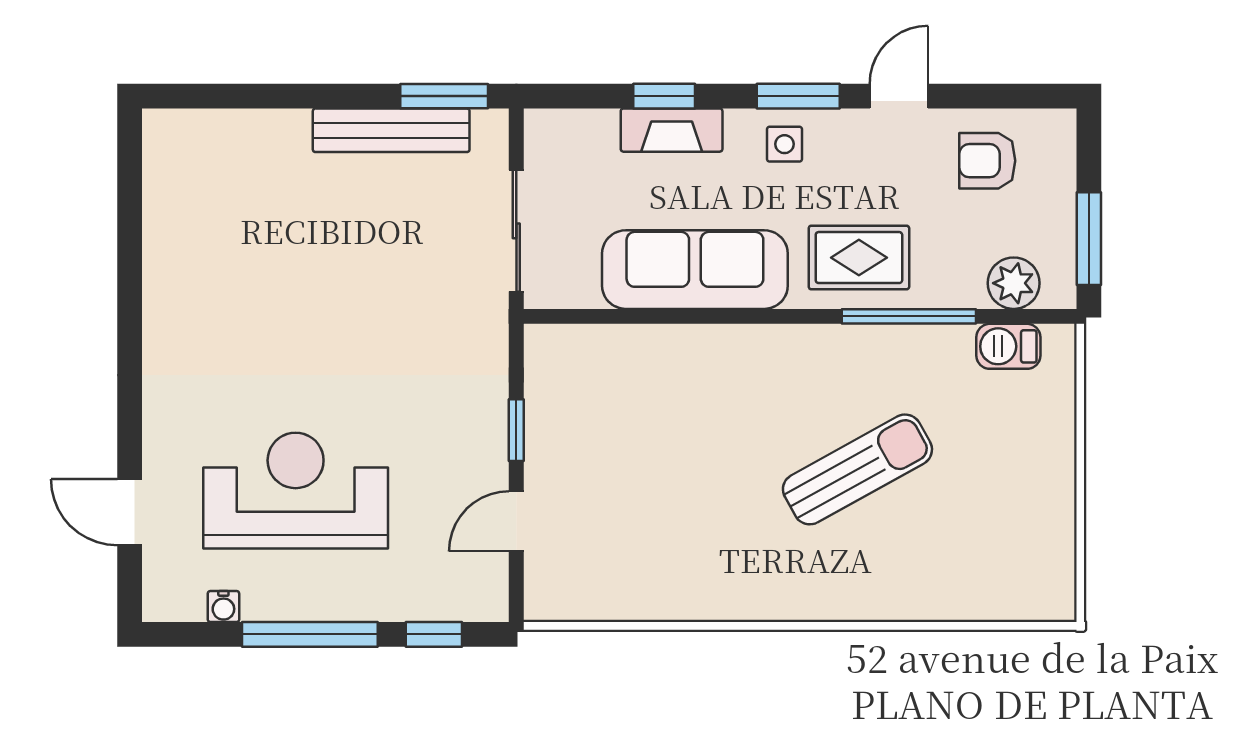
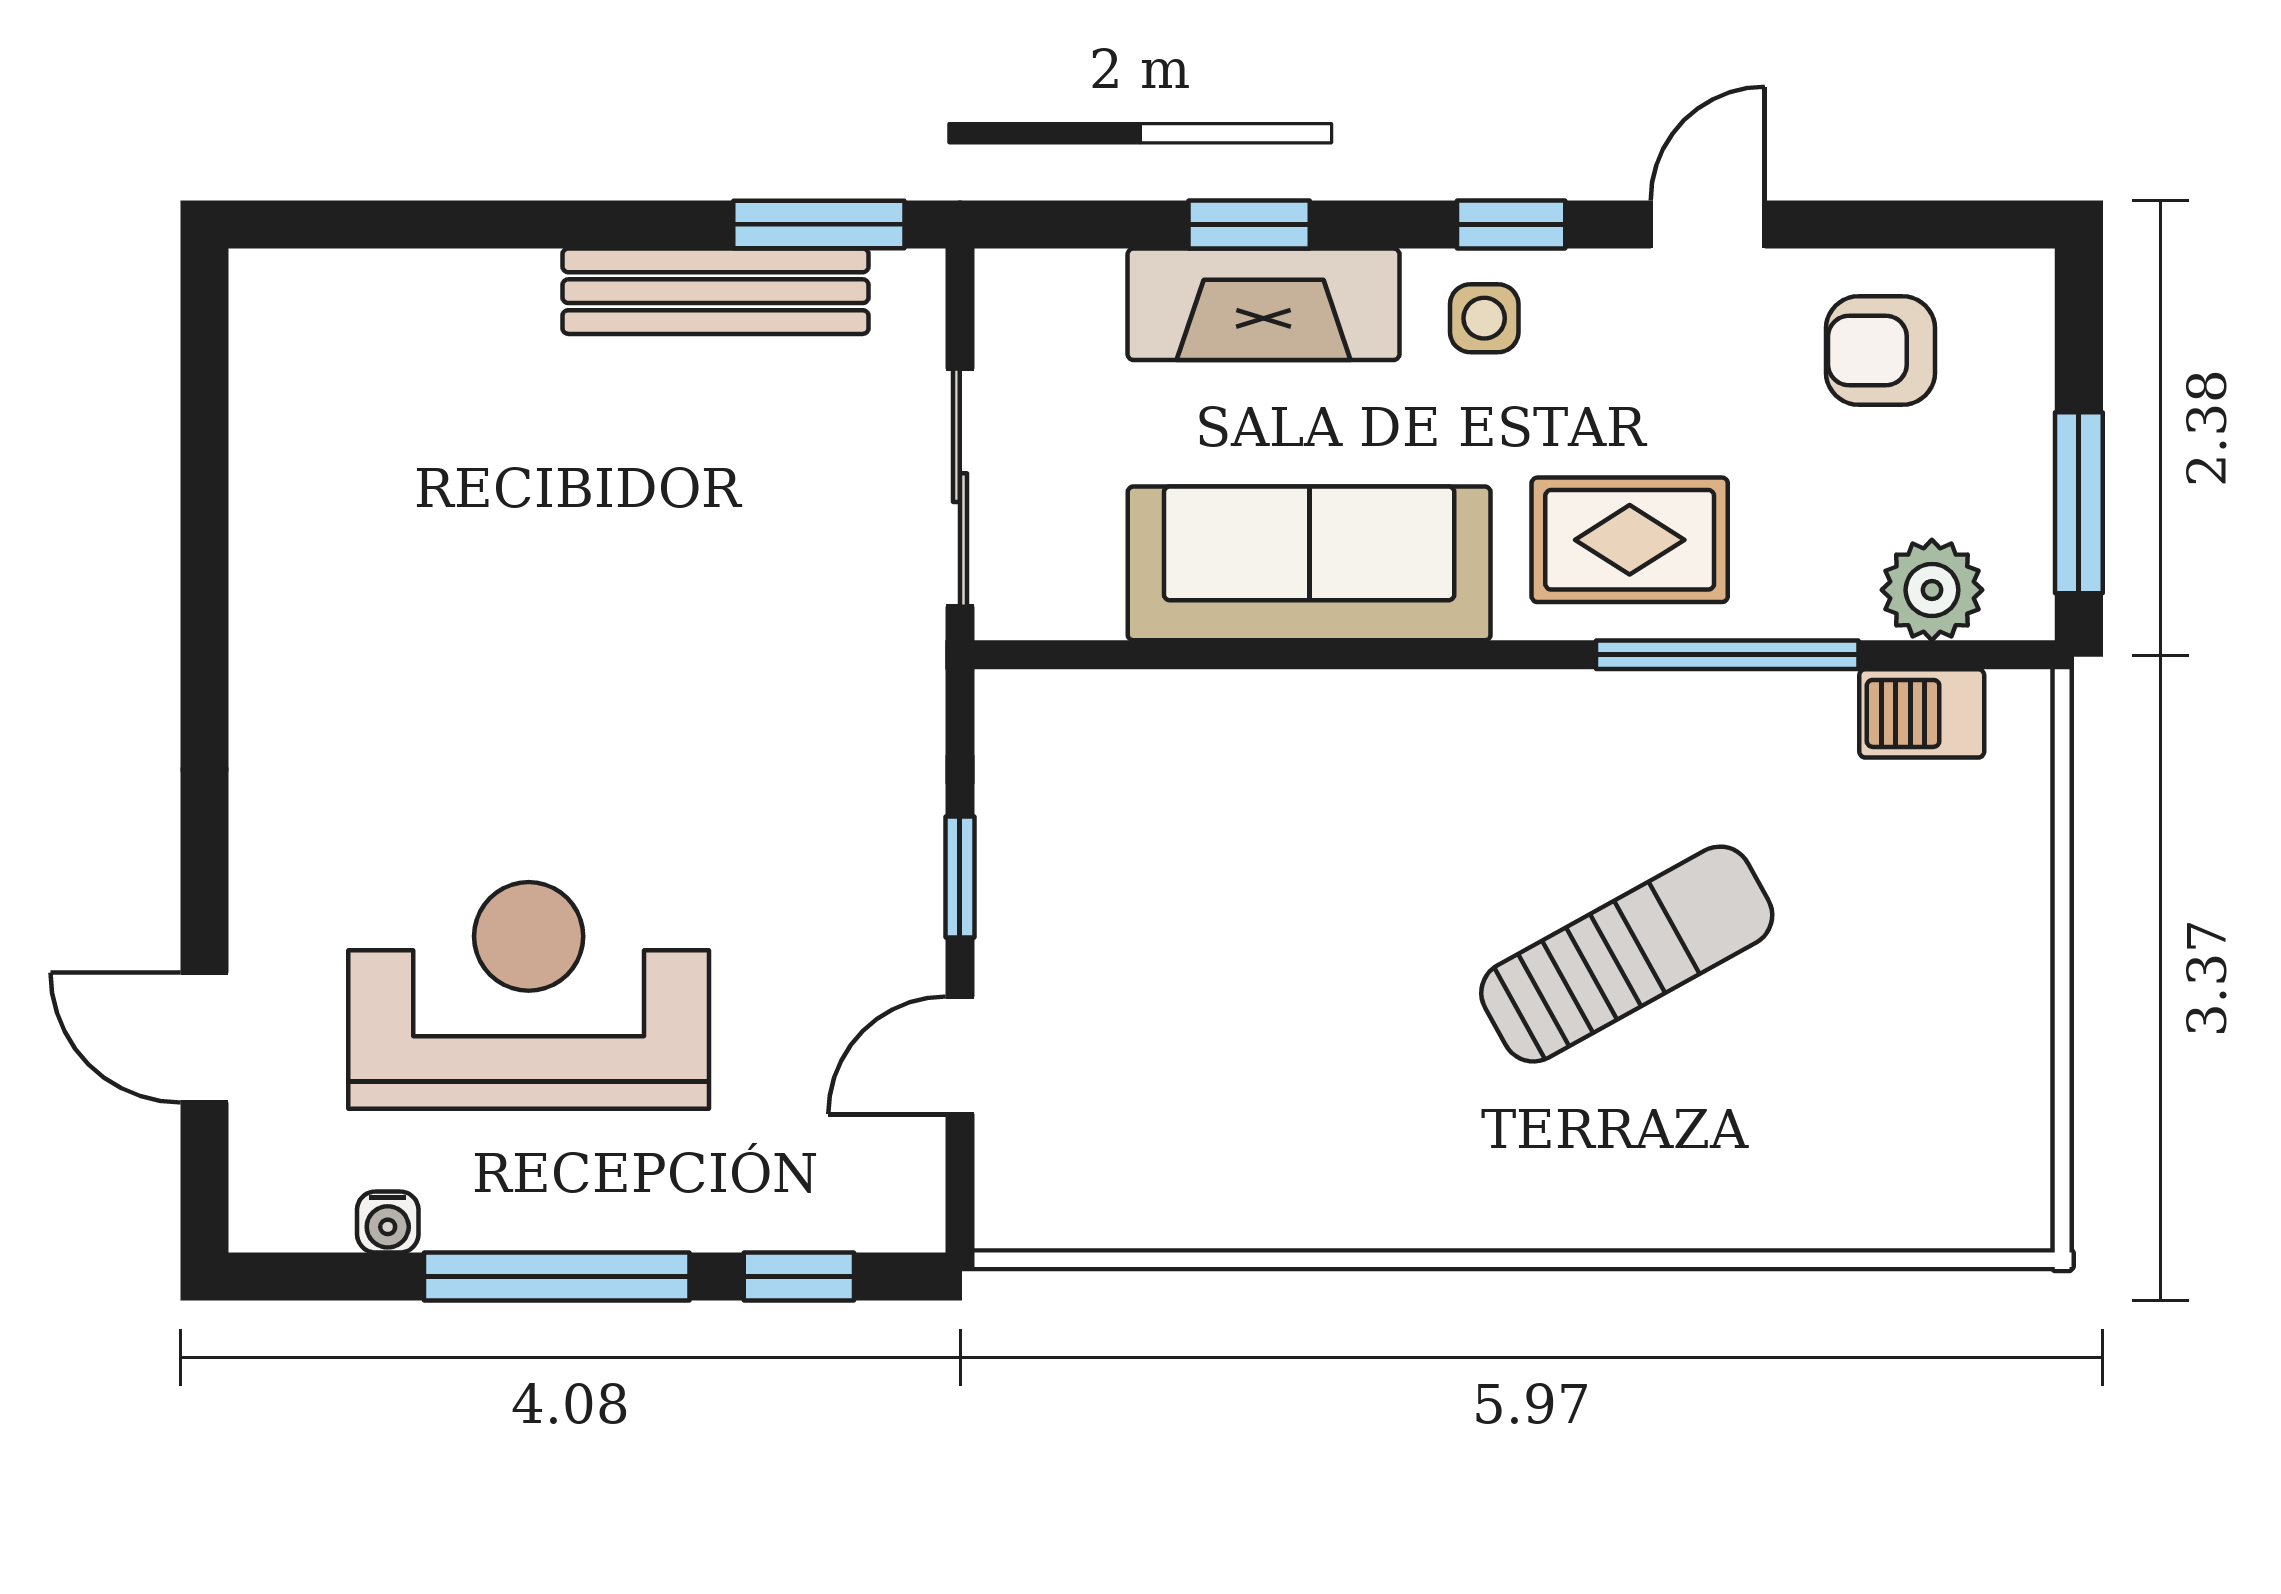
window: (798, 96) -> (1511, 224), width x0.67
fireplace: (672, 130) -> (1264, 304), width x1.37, depth x1.32

